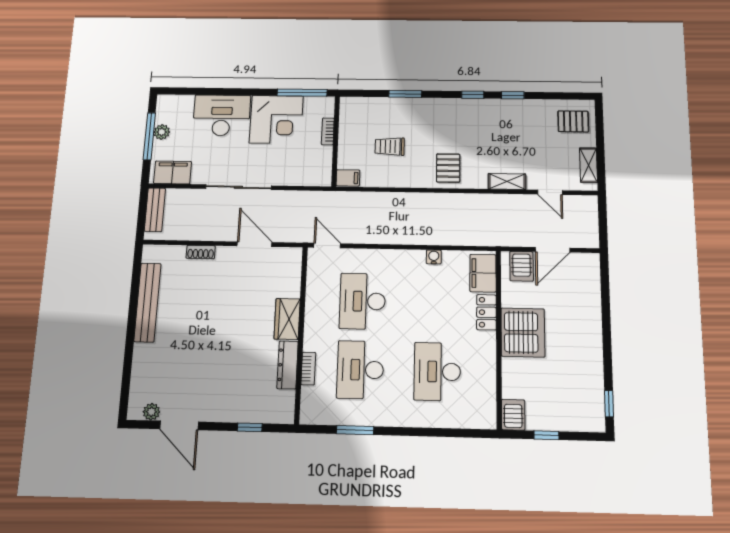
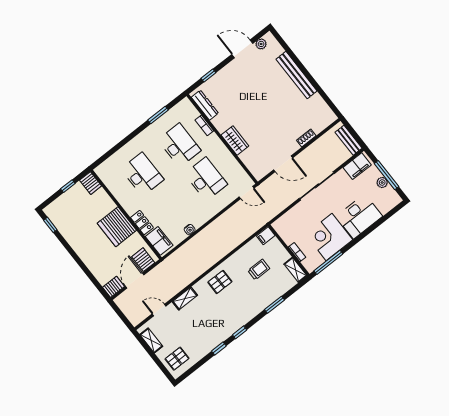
shelving: (347, 113) -> (295, 270), added
pallet: (448, 168) -> (220, 282), turned 90
server rack: (586, 263) -> (114, 287), added
bench: (147, 302) -> (297, 75), moved
dresser: (288, 365) -> (205, 105), moved

